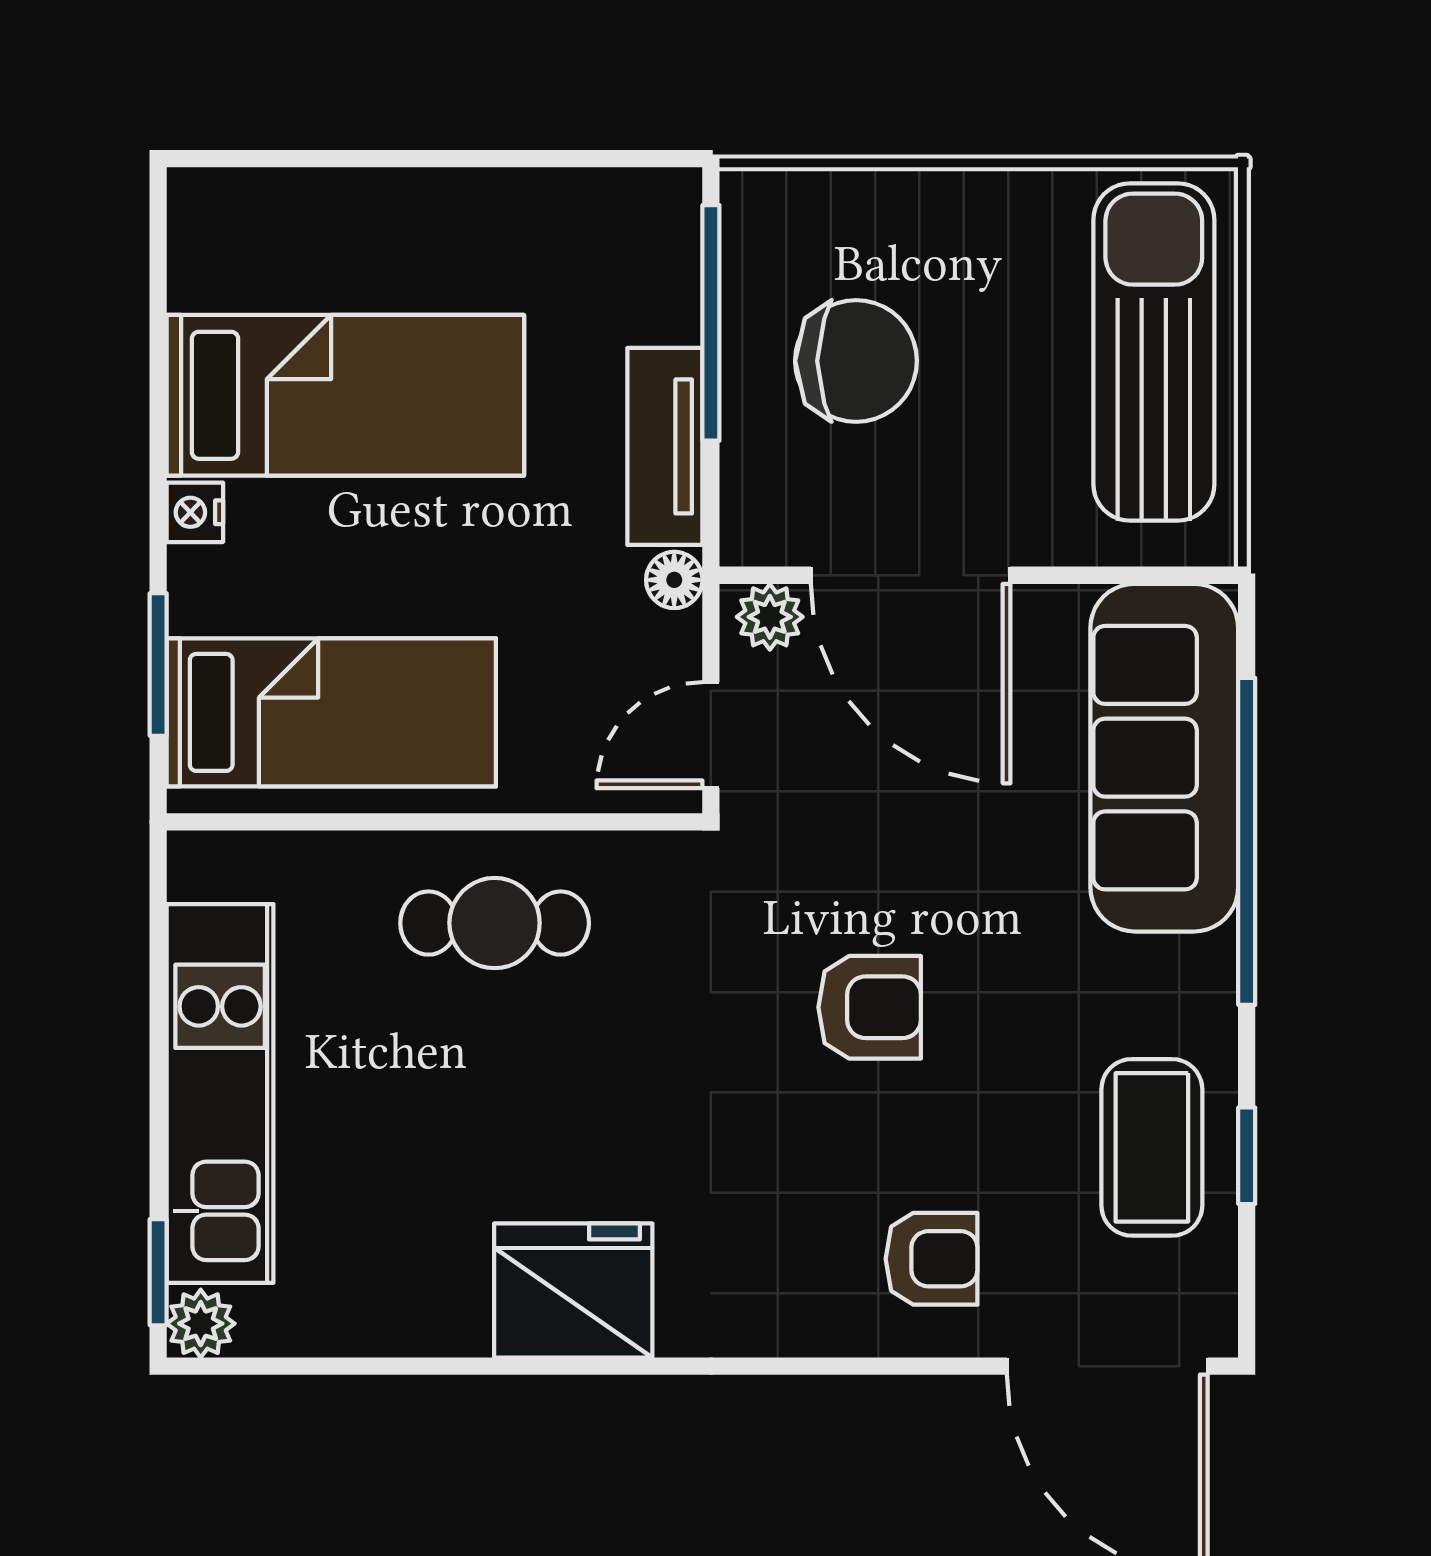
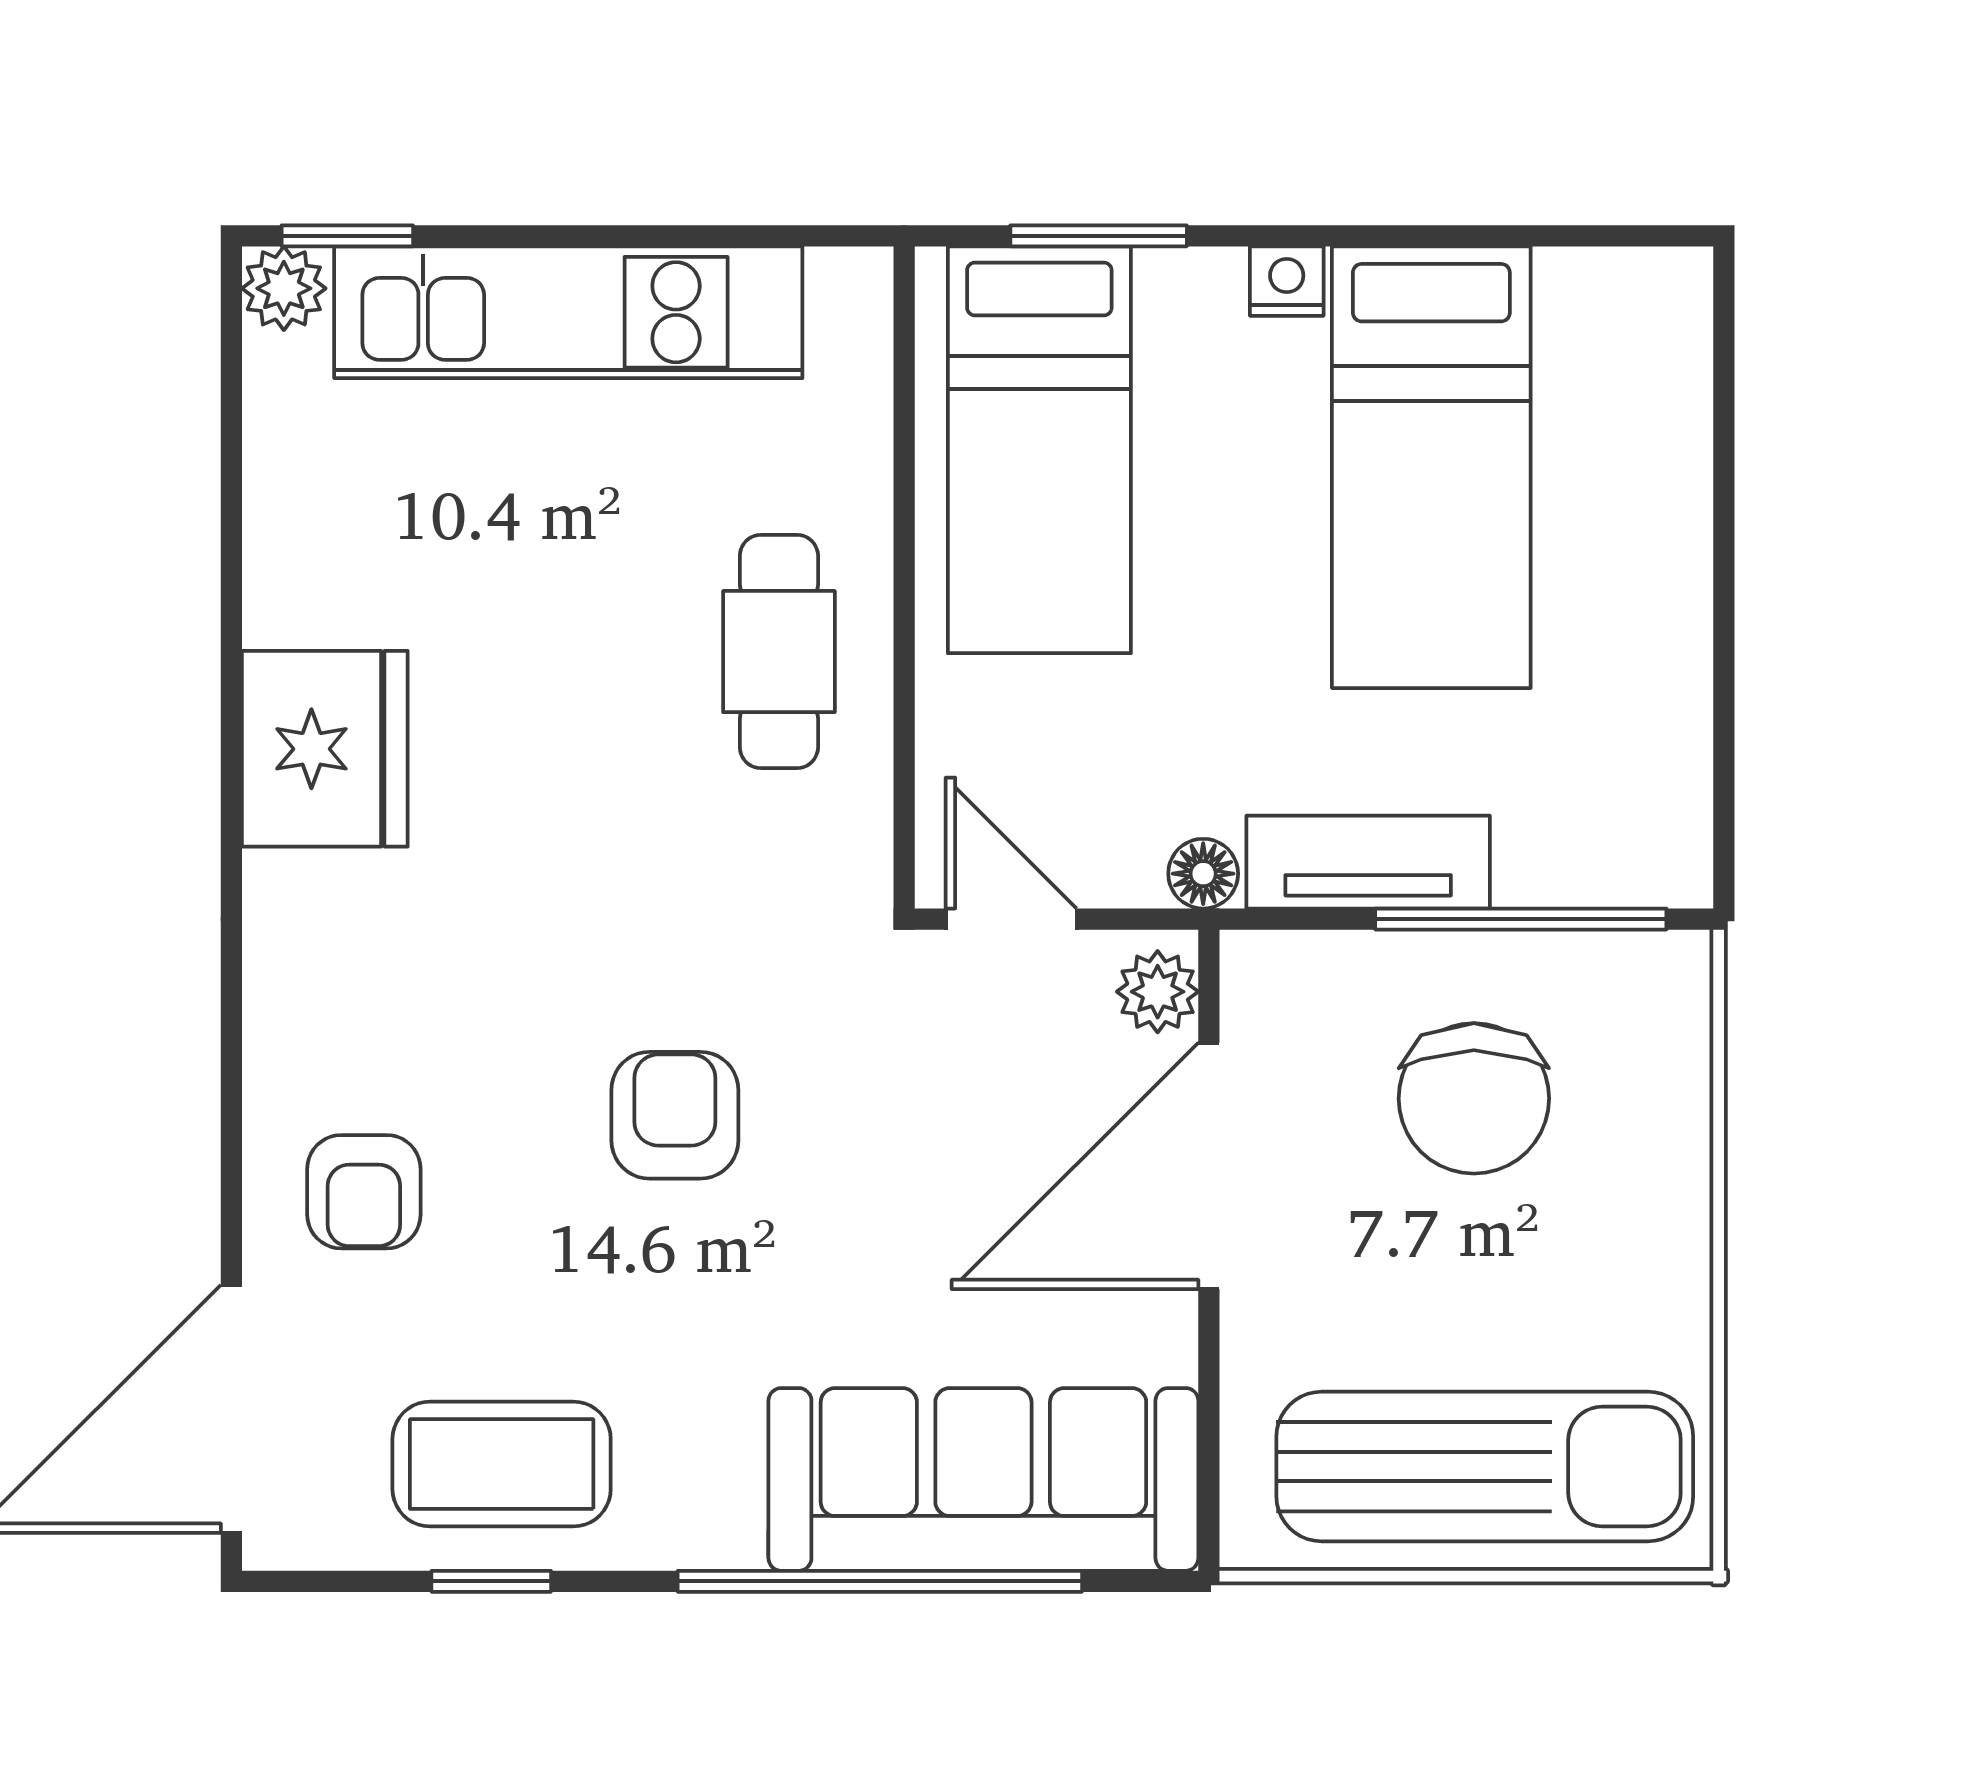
armchair: (870, 1007) -> (675, 1115), turned 180

